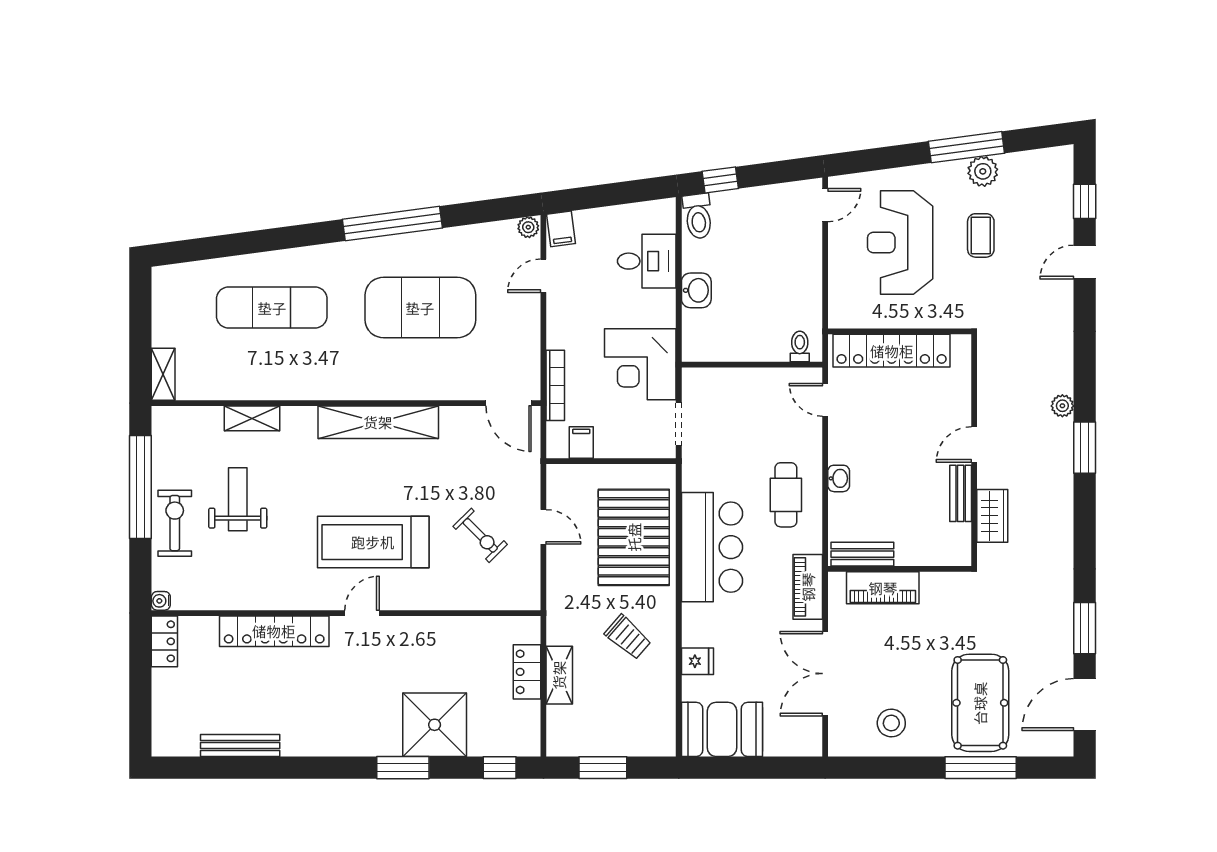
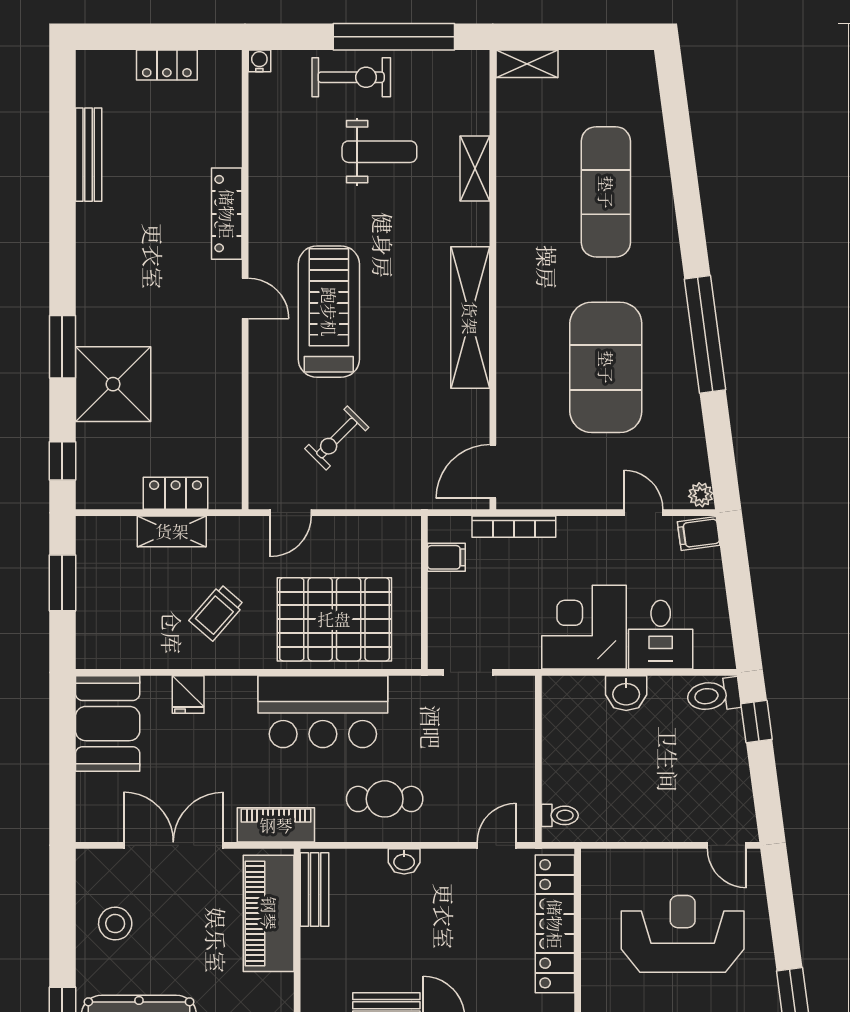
corner desk: (640, 364) -> (584, 627), moved
door: (543, 527) -> (291, 513), moved
piano: (883, 588) -> (269, 913), width x1.37, depth x1.33
locker: (274, 631) -> (227, 214), width x0.71, depth x0.83
locker: (164, 641) -> (167, 65), moved

